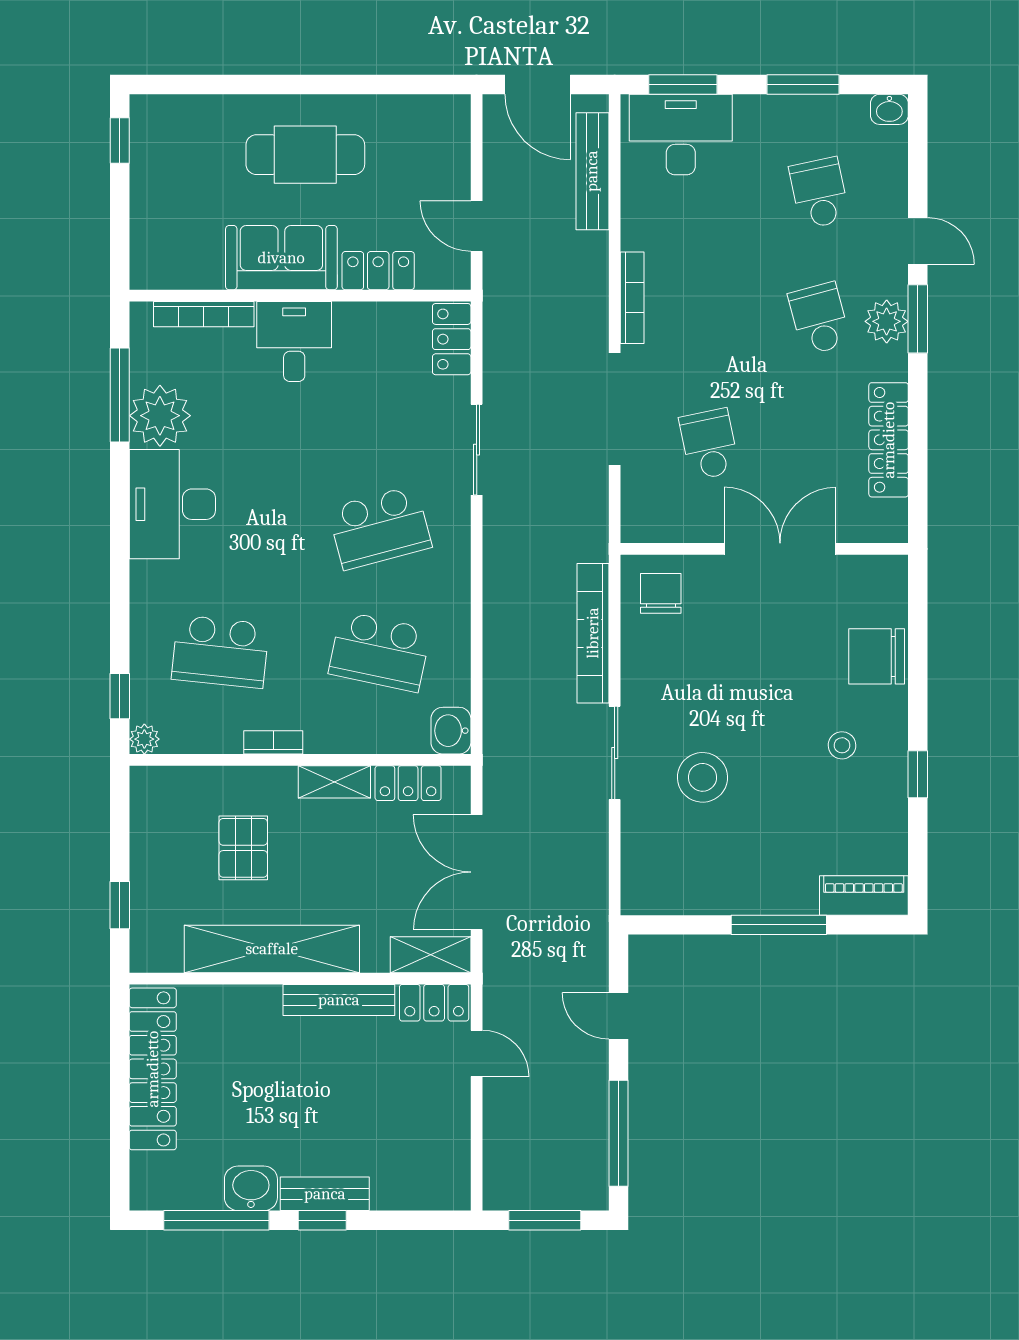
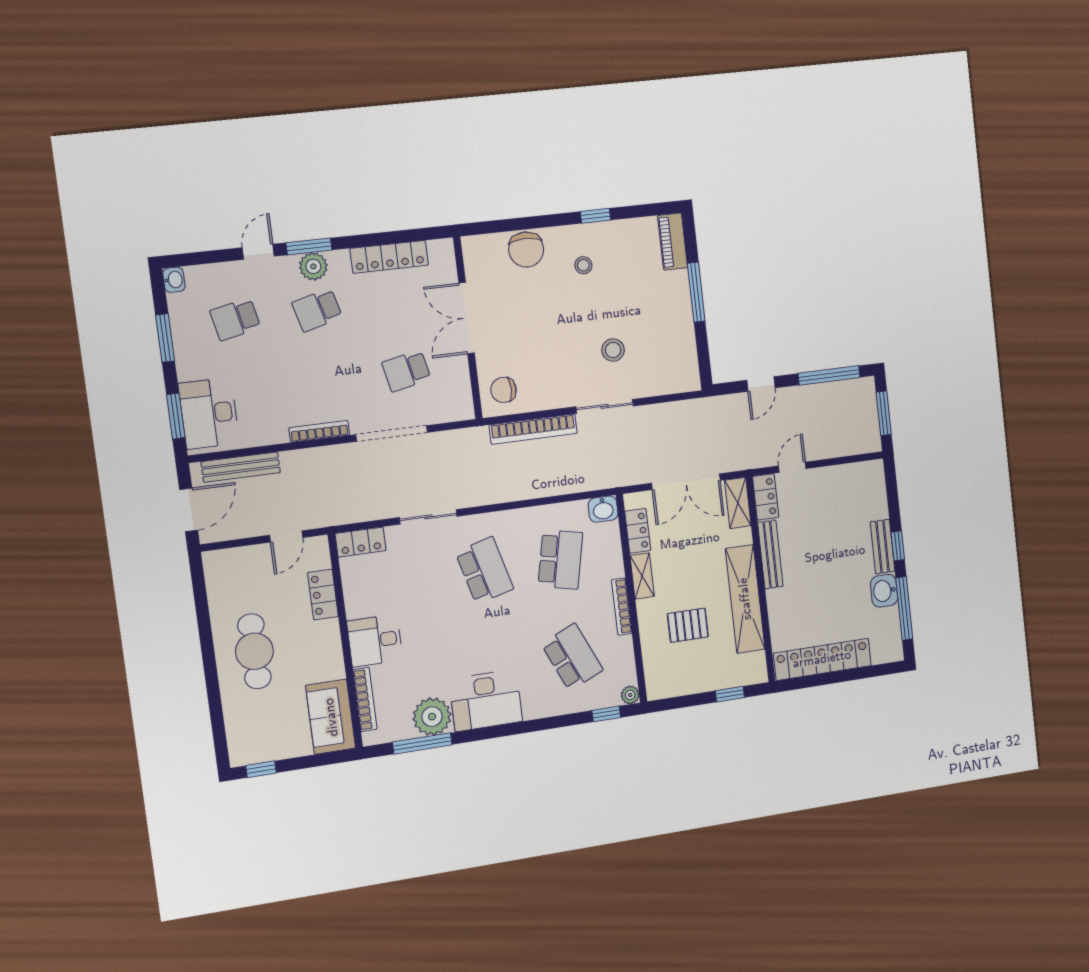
sofa: (281, 258) -> (331, 717), moved
school desk: (220, 652) -> (572, 657), turned -30
bookcase: (273, 742) -> (622, 607), width x1.56
stool: (703, 777) -> (613, 350), width x0.73, depth x0.73

